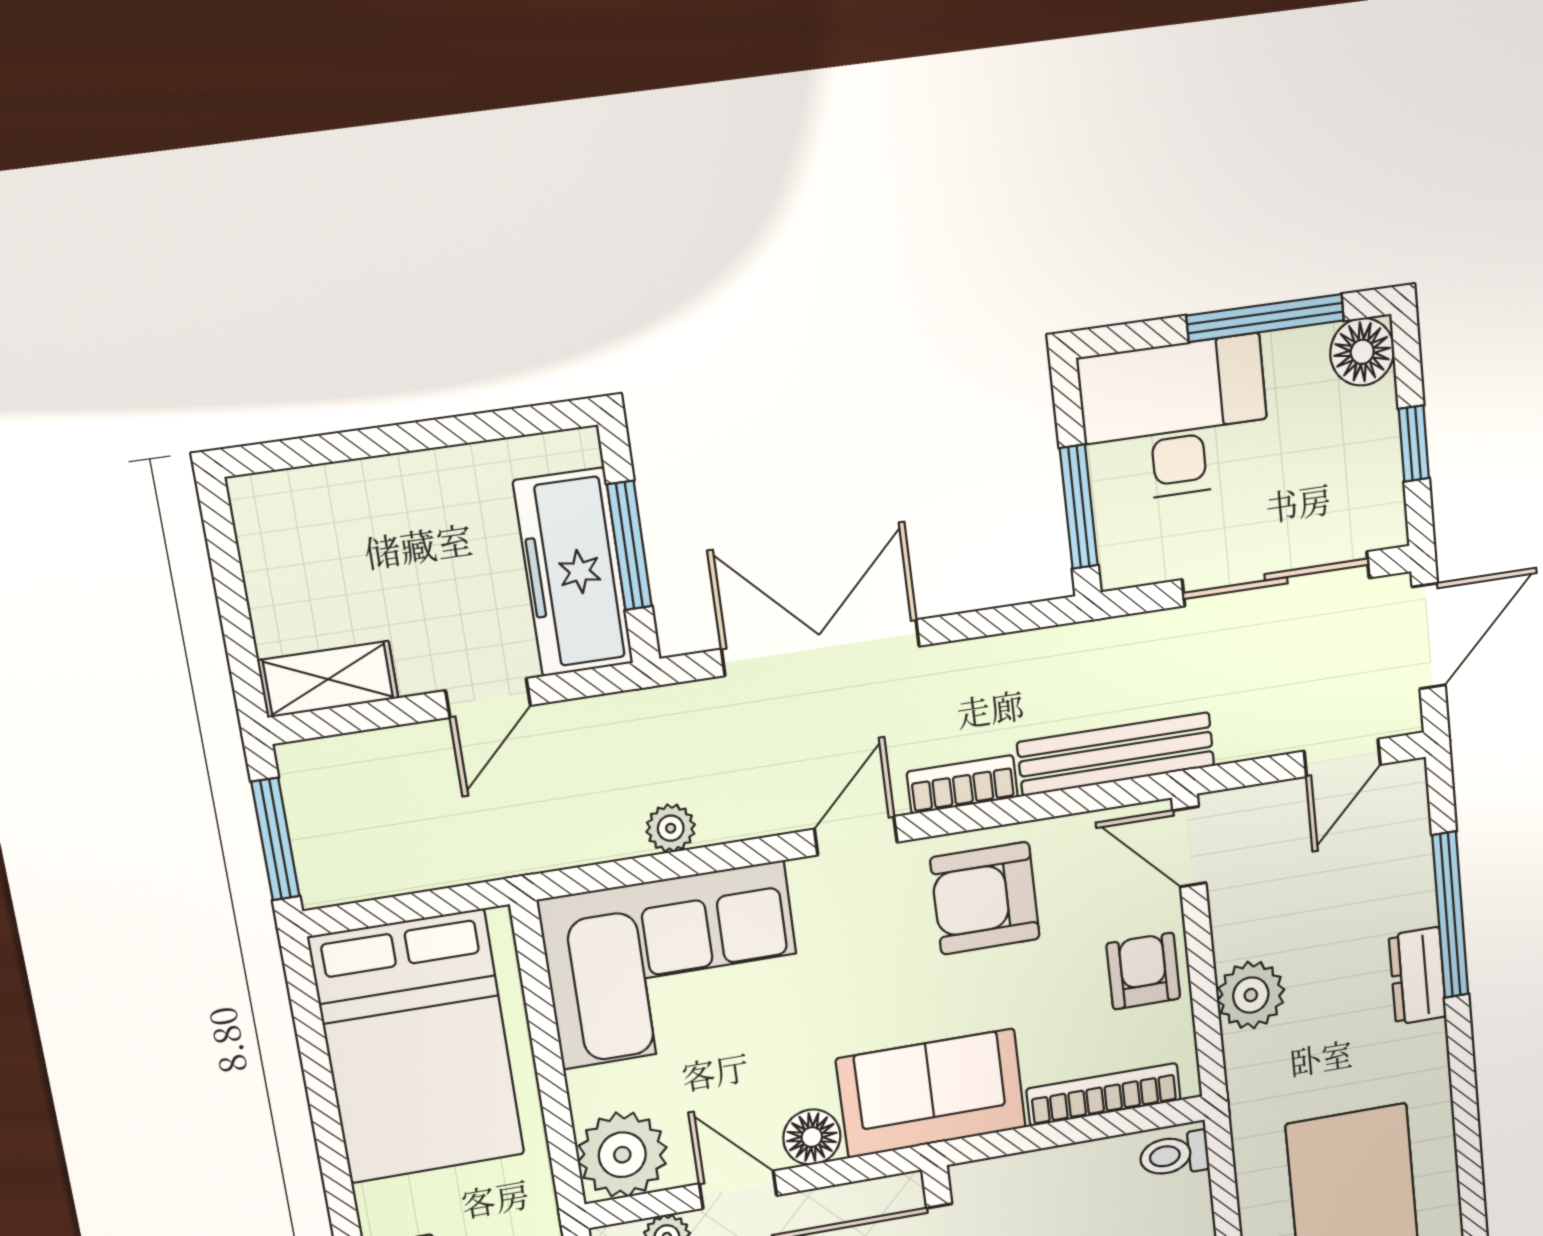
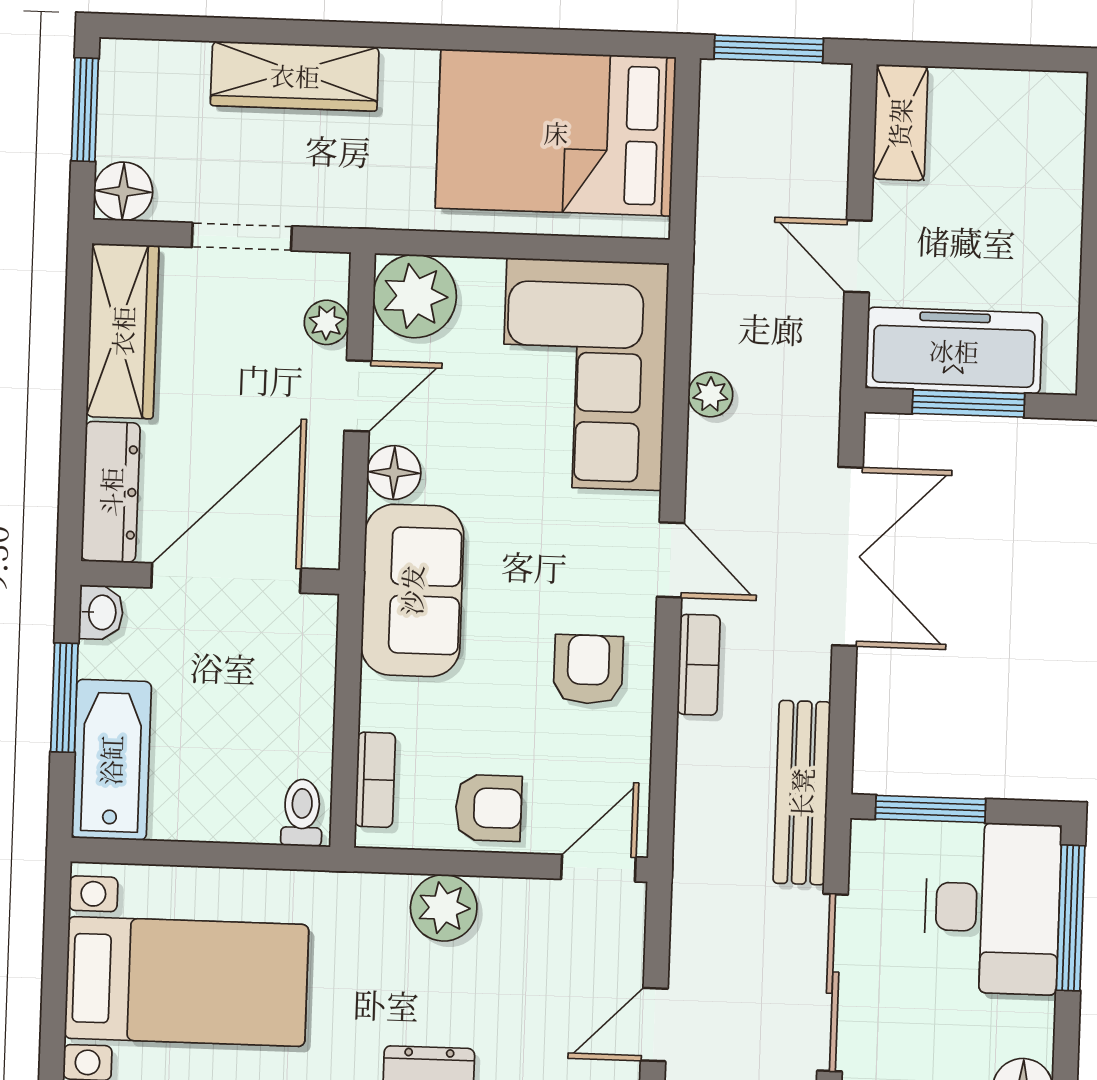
window: (1265, 318) -> (1071, 918), moved
bench: (1116, 754) -> (802, 793), moved
door: (1342, 758) -> (654, 1025), hinge flipped
armchair: (985, 898) -> (588, 669), width x0.72, depth x0.72
bookcase: (1104, 1095) -> (375, 780), width x0.64

